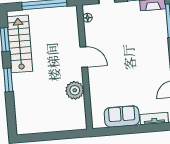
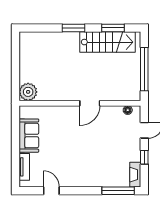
plant: (75, 90) -> (28, 92), moved

